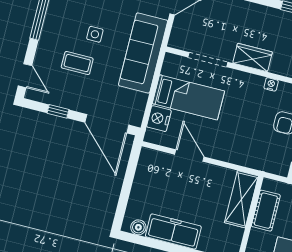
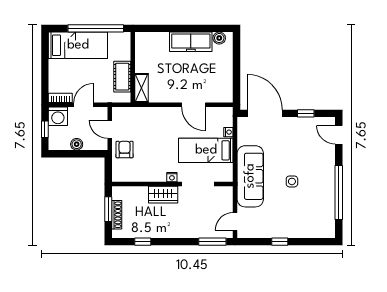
coffee table: (77, 63) -> (300, 155), removed
nightstand: (271, 84) -> (172, 177), moved
nightstand: (159, 119) -> (228, 132), width x0.53, depth x0.56
shelving: (241, 199) -> (141, 88), width x0.67, depth x0.75

